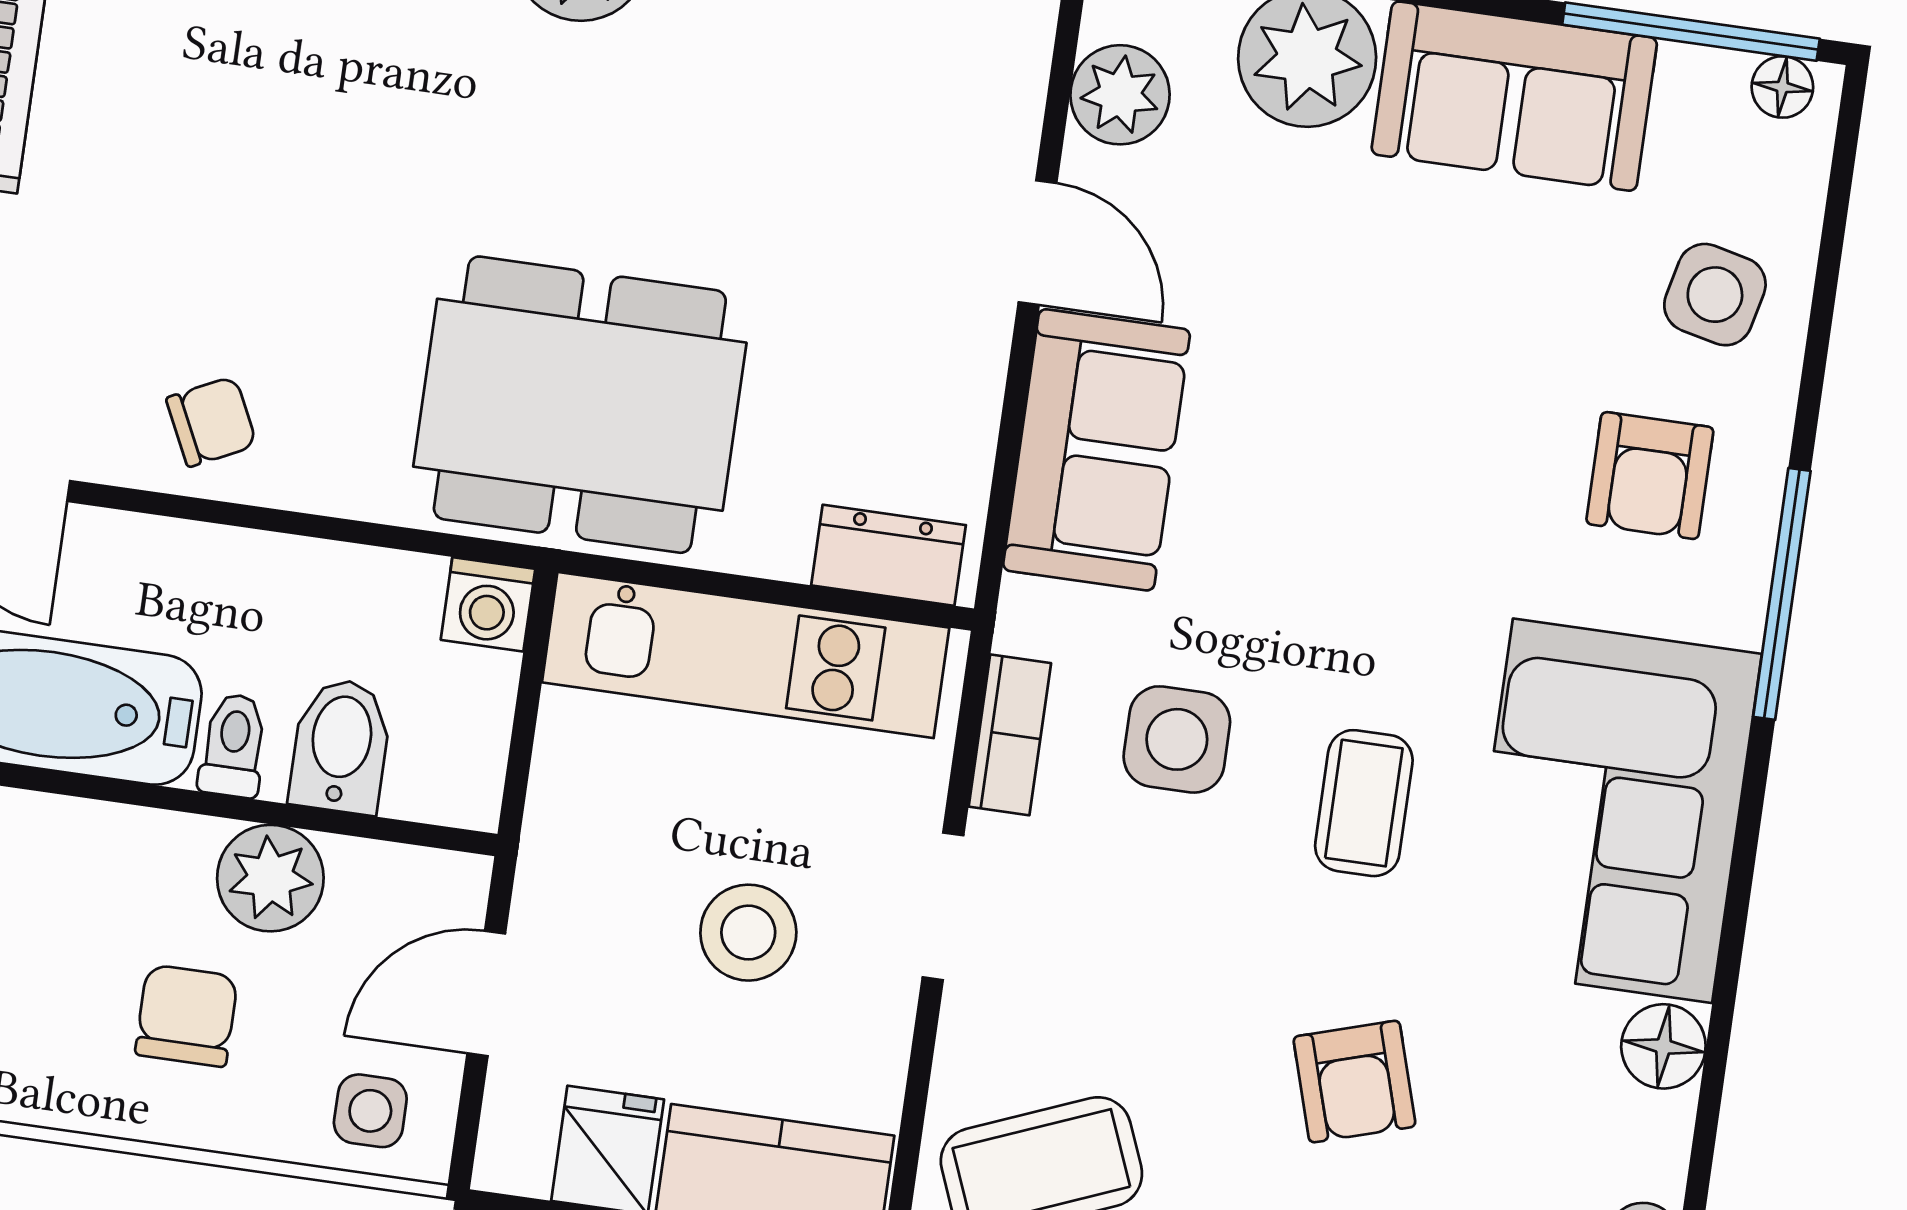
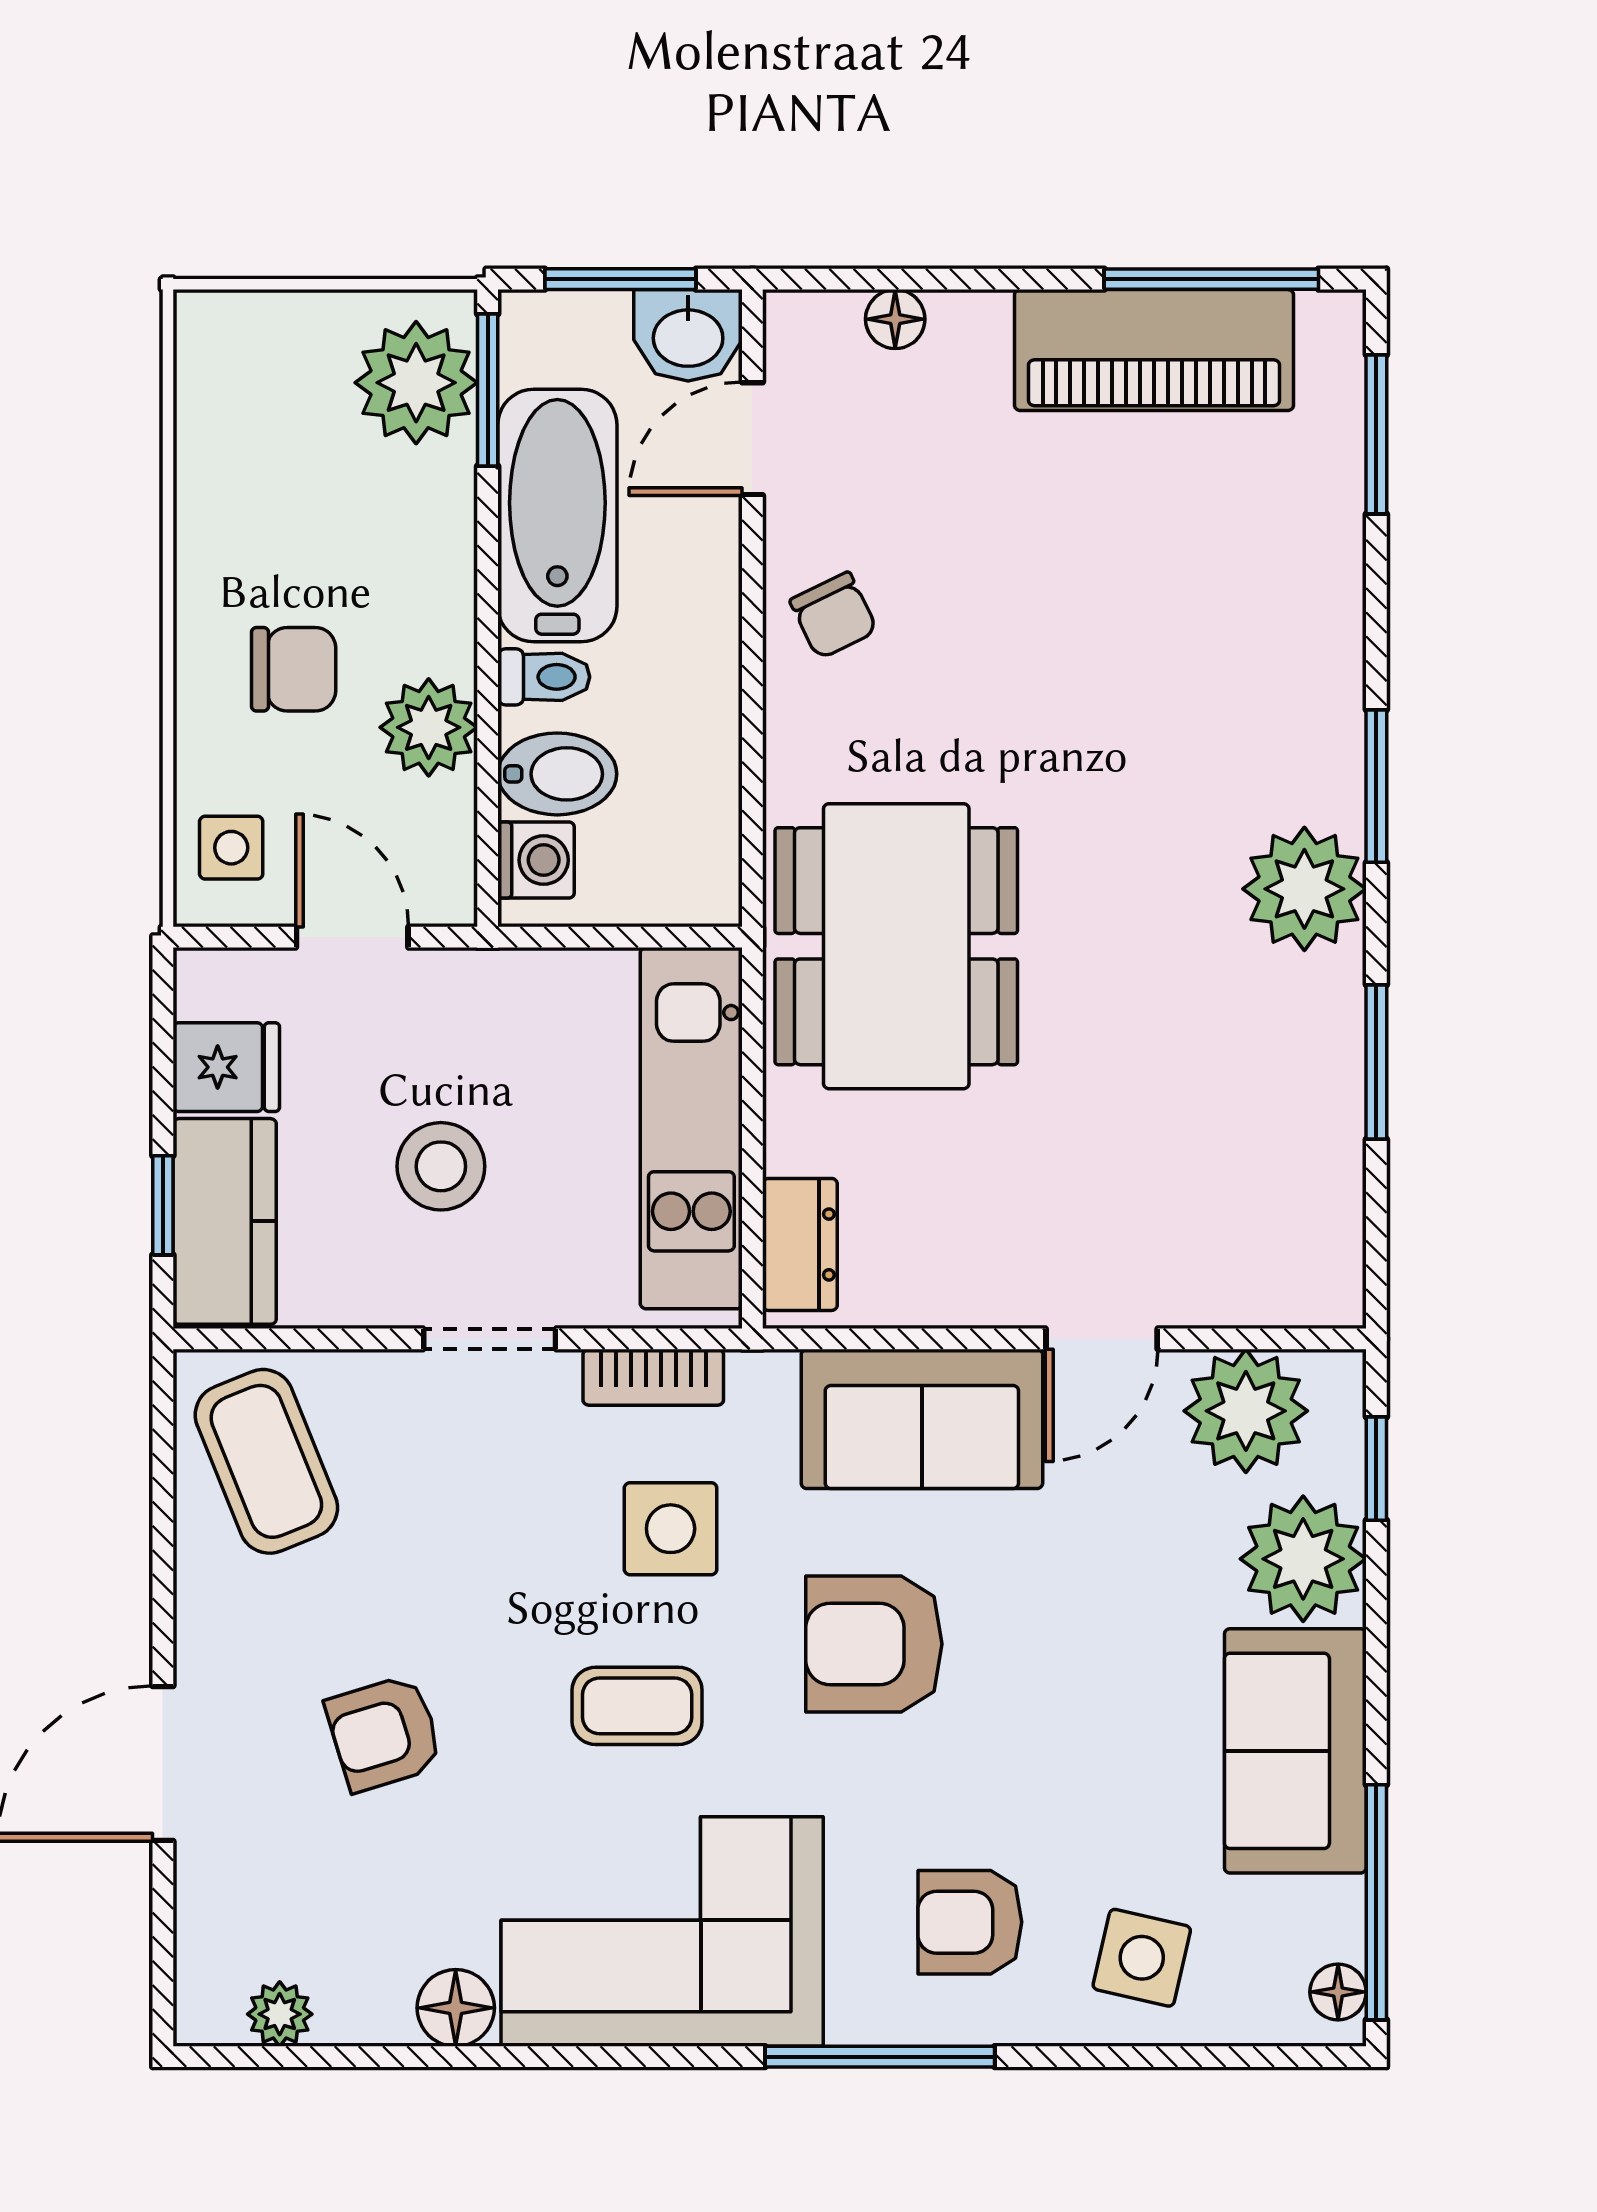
plant: (1120, 95) -> (1246, 1411), width x1.36, depth x1.36
armchair: (1333, 537) -> (874, 1644), added
washing machine: (488, 604) -> (536, 860), moved, turned 180

